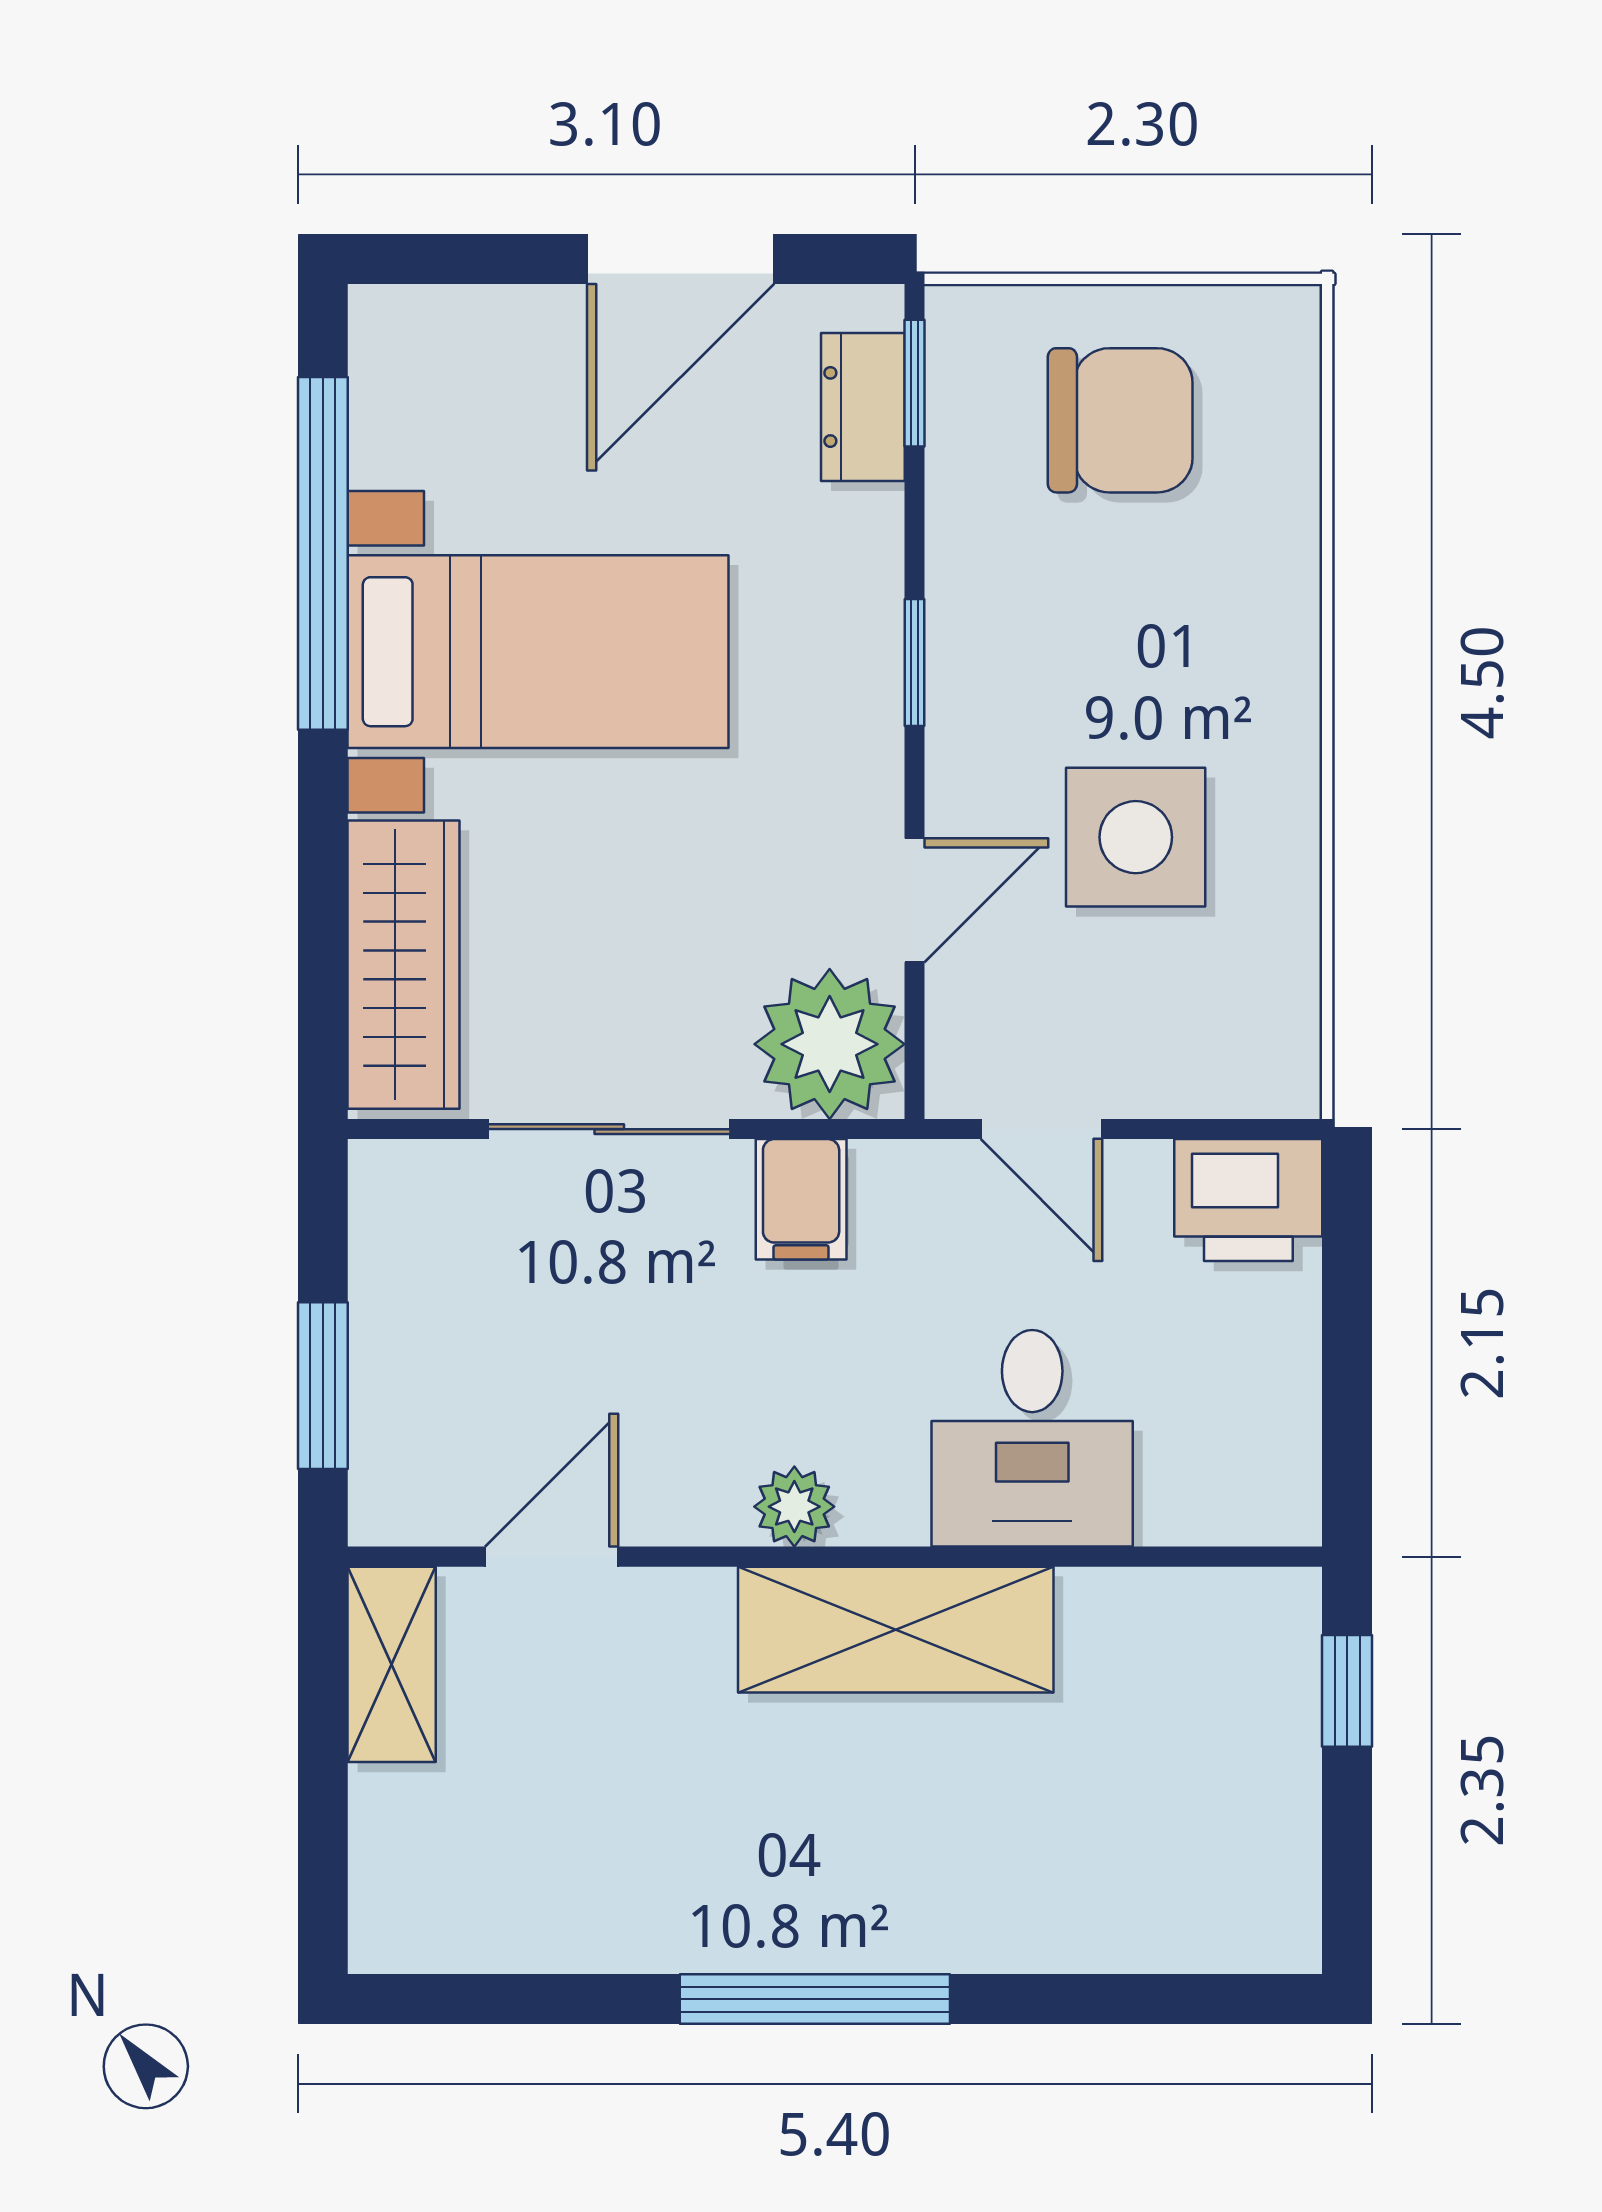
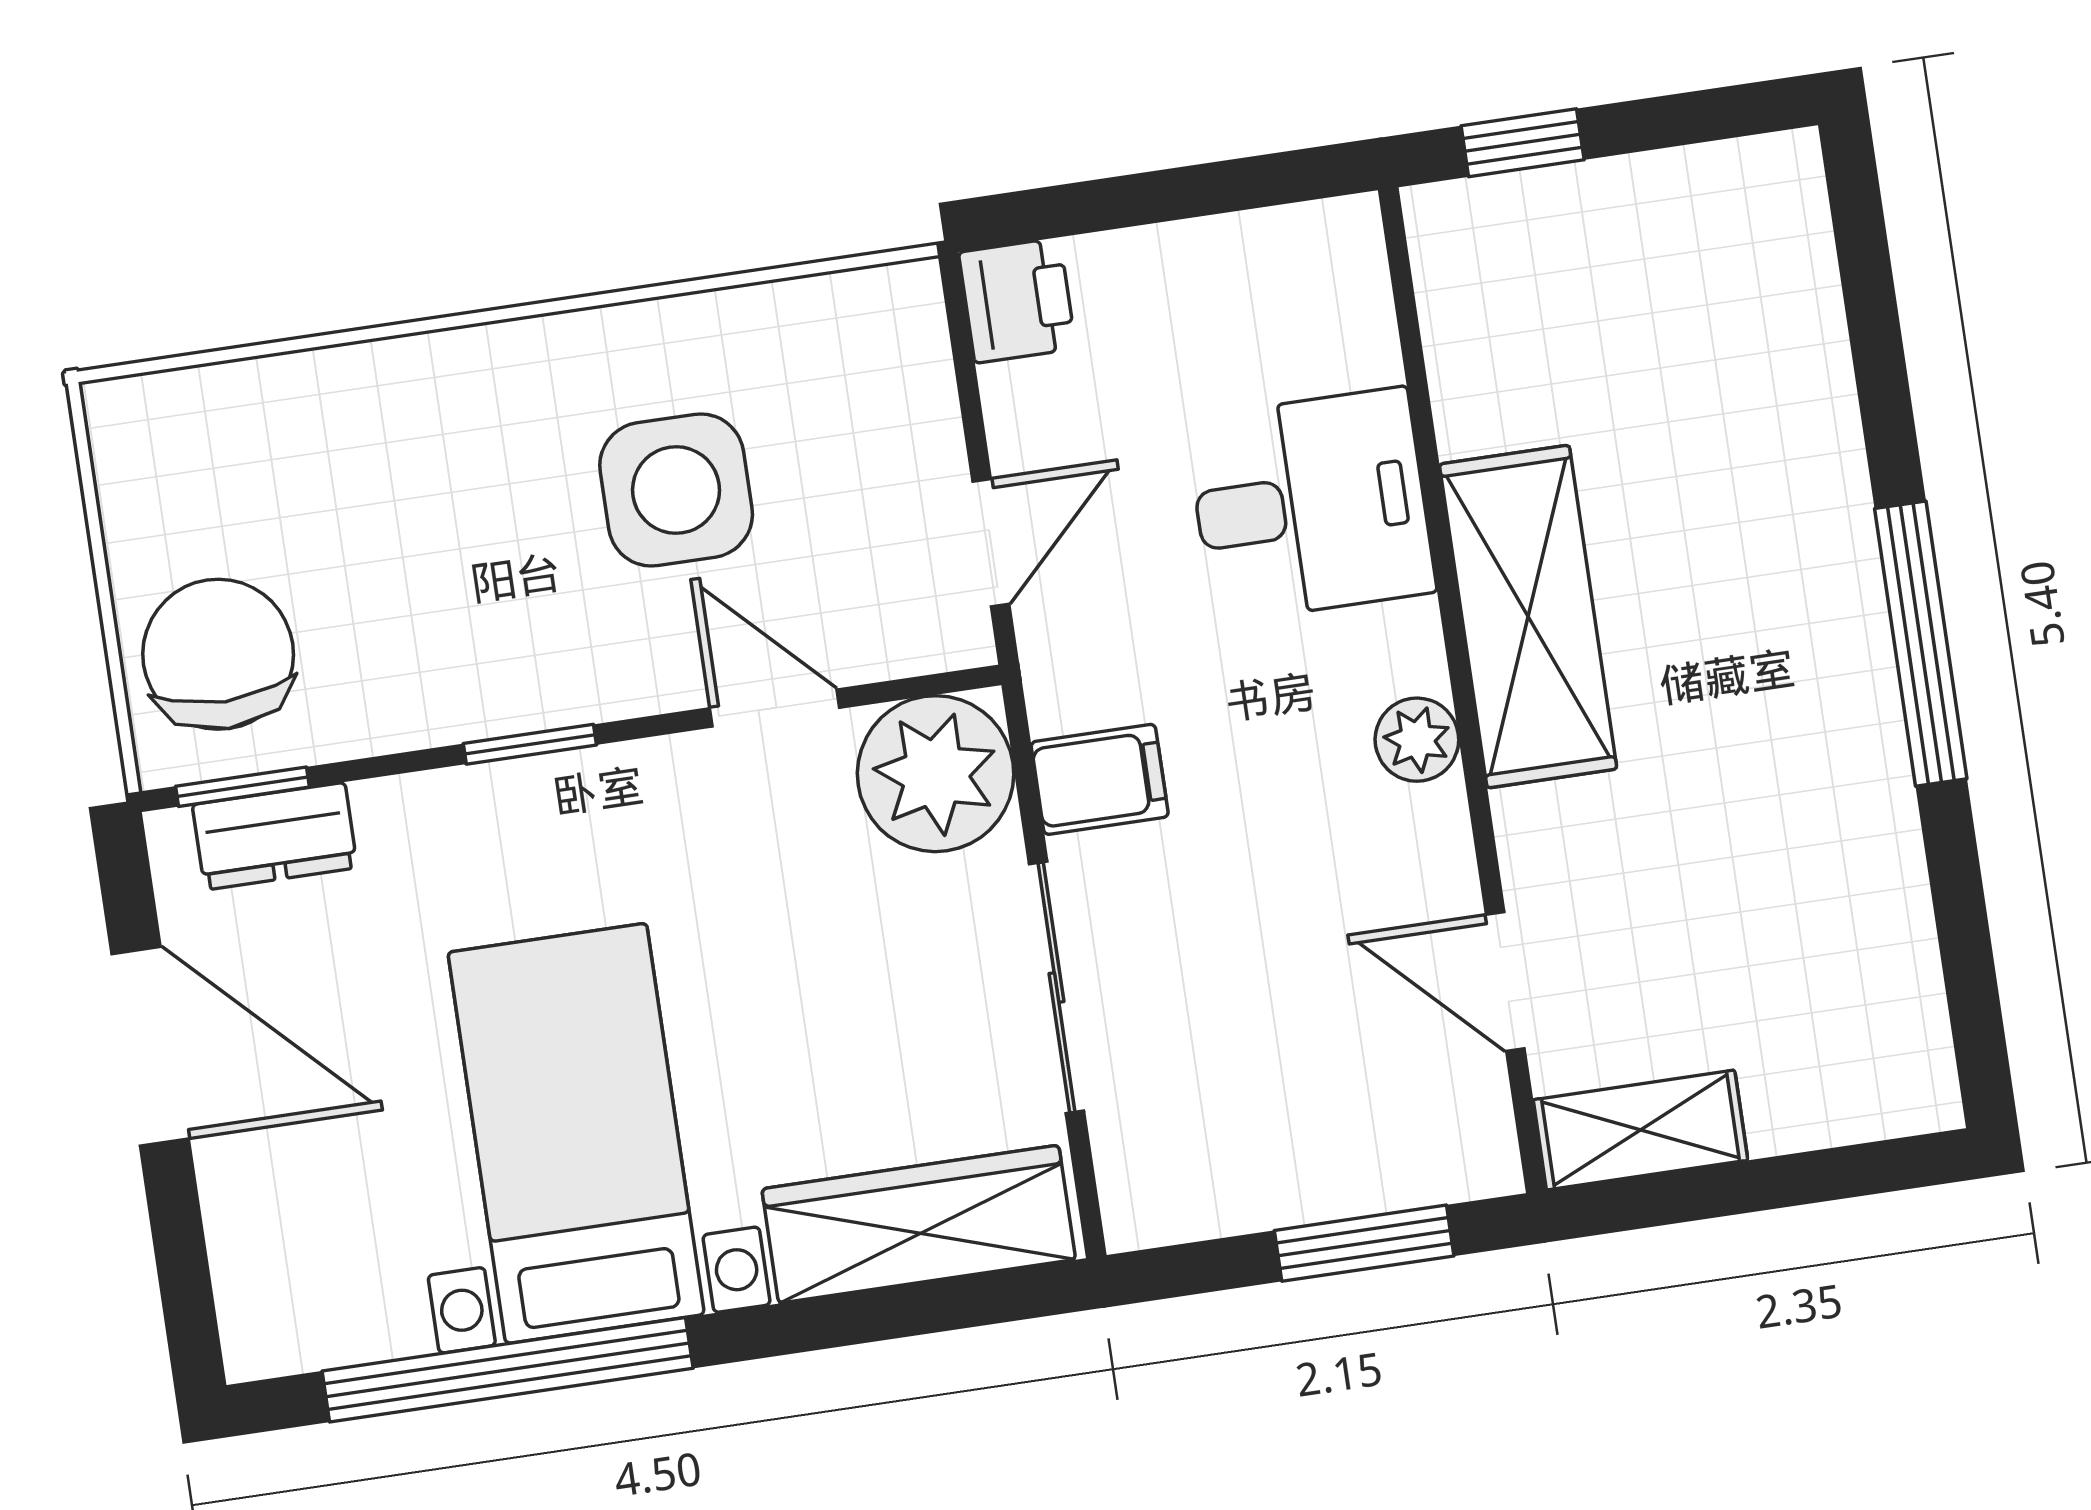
chair: (1120, 420) -> (218, 654), moved
printer: (1248, 1200) -> (1017, 300), width x0.73, depth x0.81

